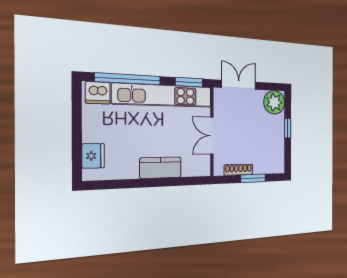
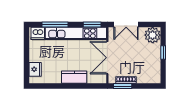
window: (128, 79) -> (55, 25), width x0.68
double door: (239, 85) -> (126, 25), swing flipped
double door: (212, 136) -> (107, 58), width x1.37
window: (253, 178) -> (123, 86), moved

